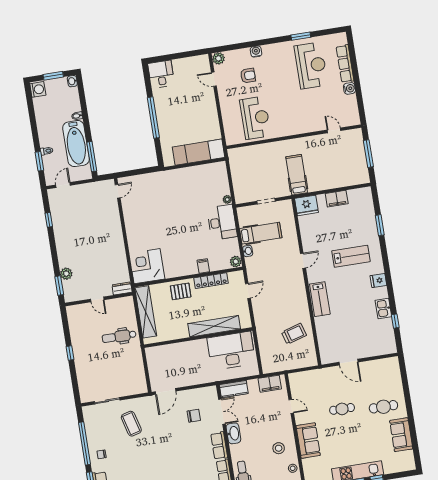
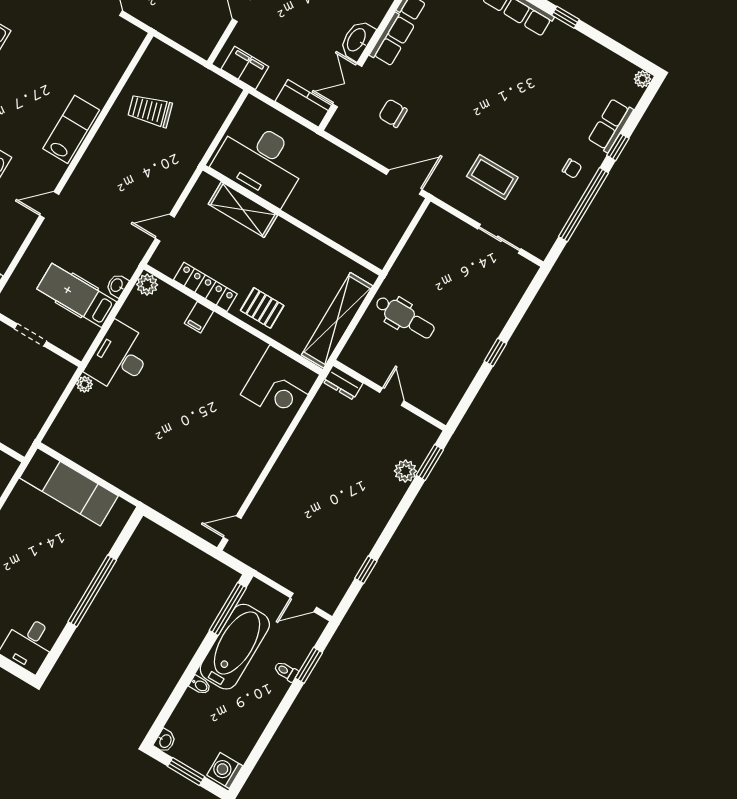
shelving: (214, 326) -> (243, 210), width x0.68
coffee table: (131, 424) -> (492, 177), turned -75

